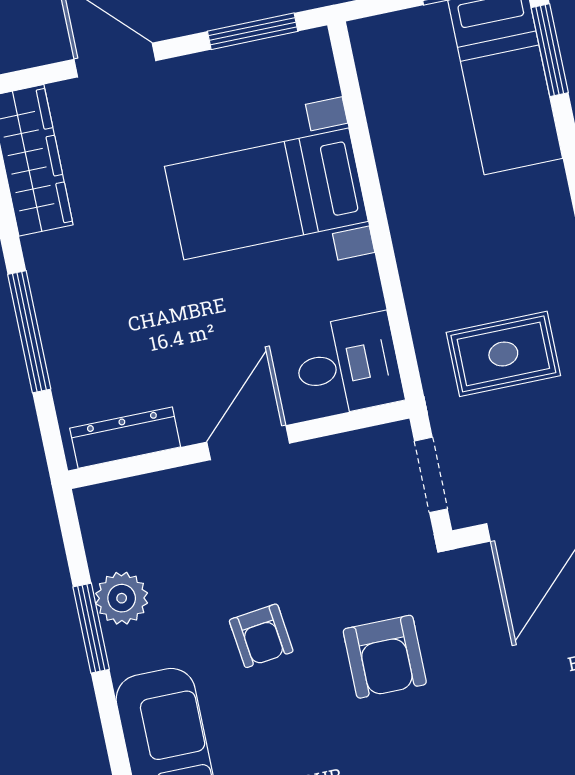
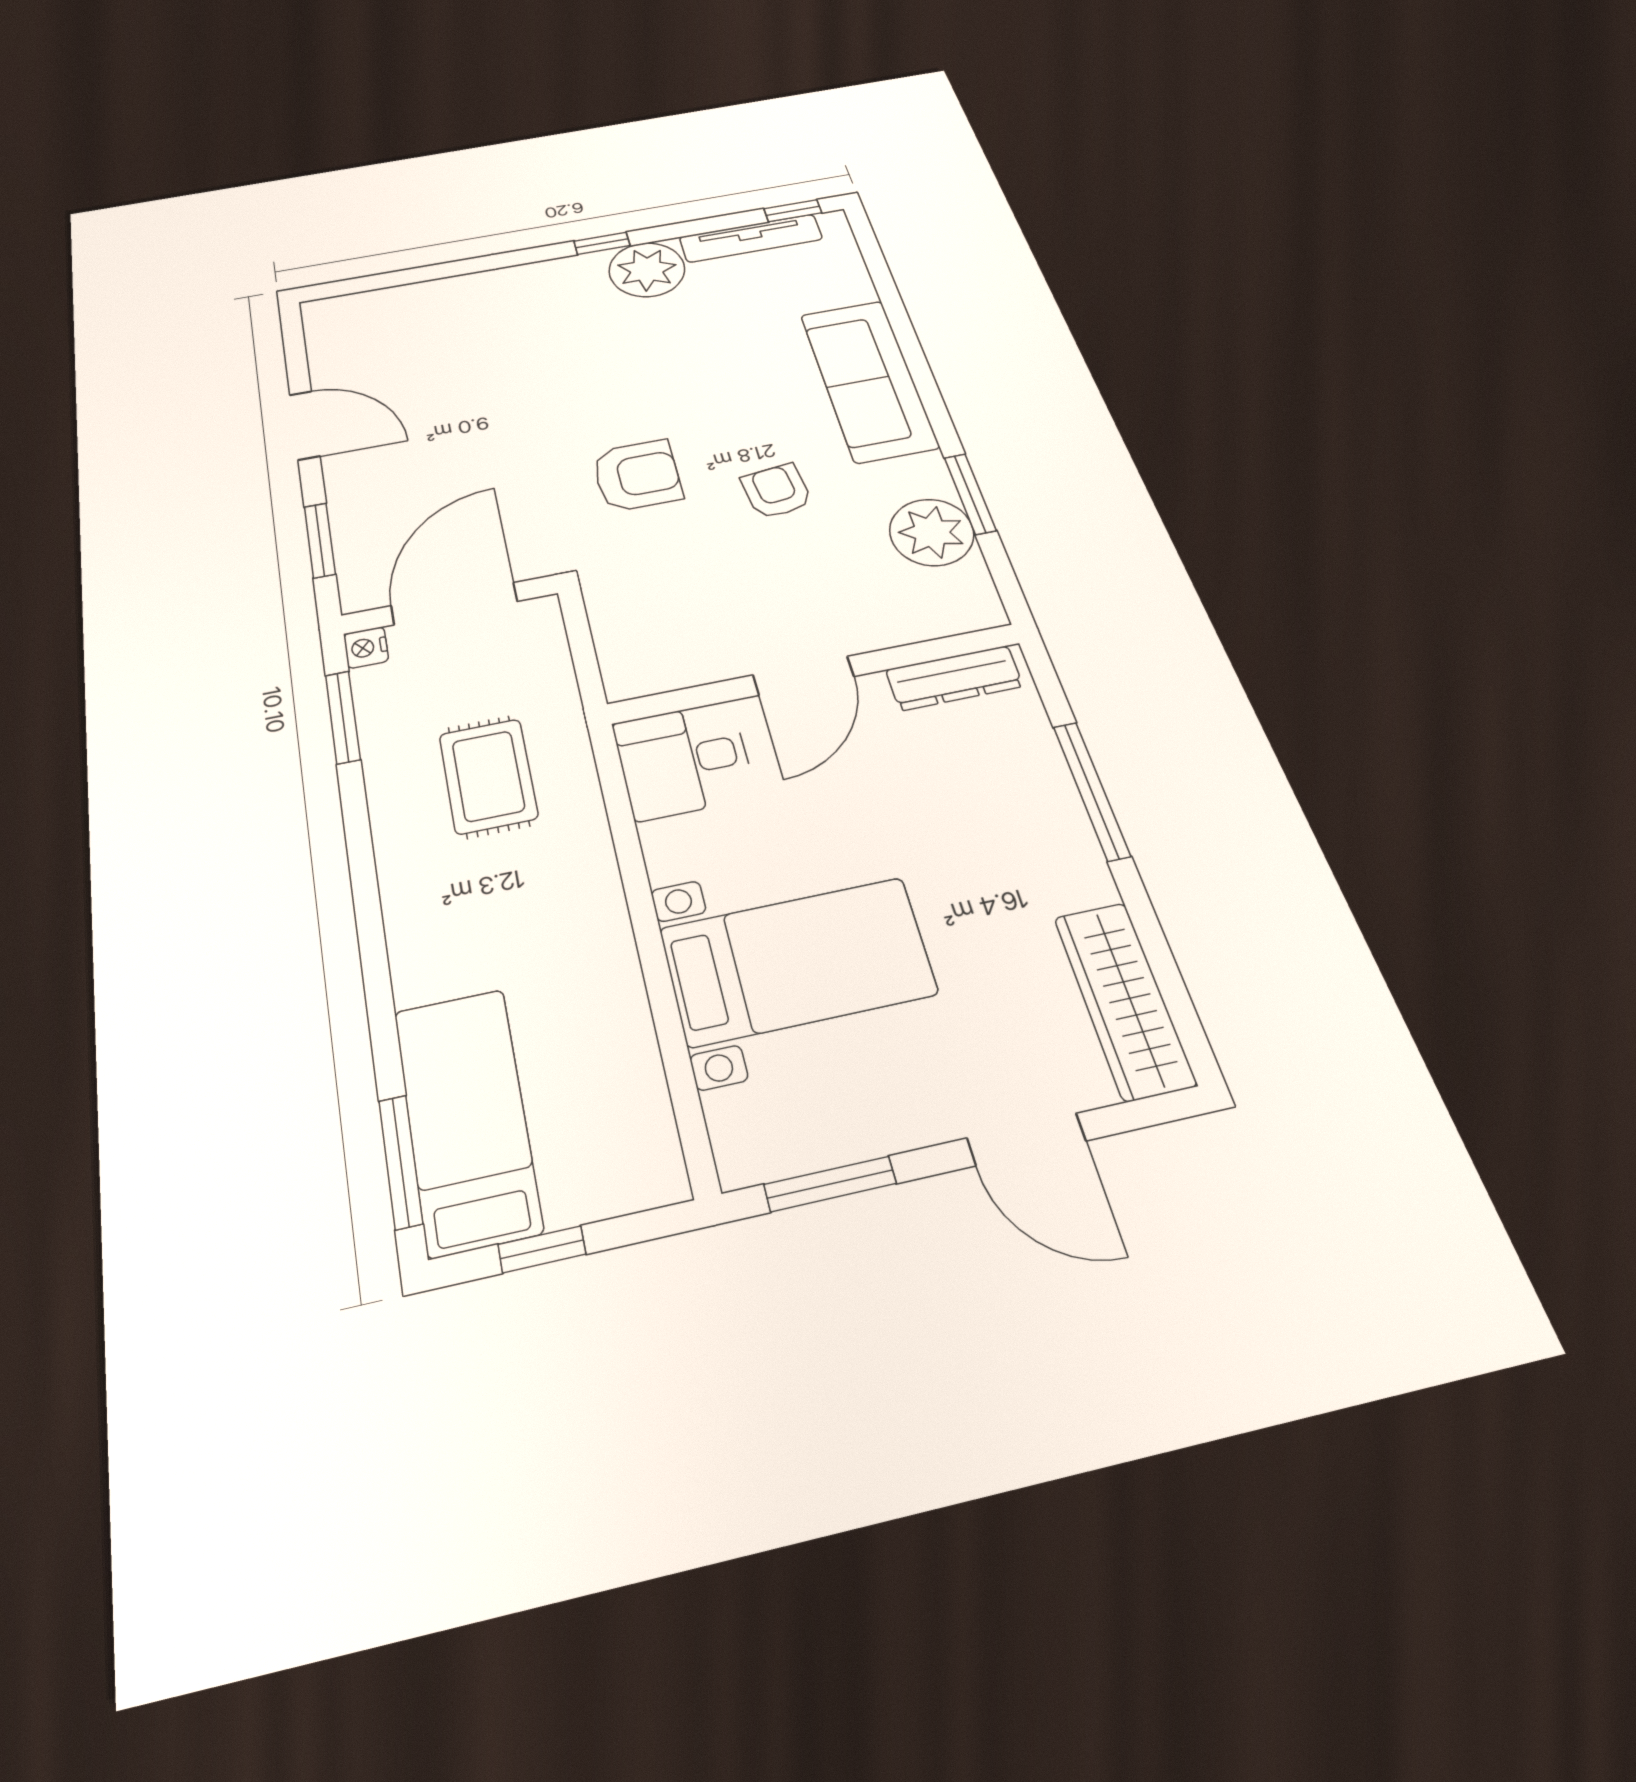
rug: (503, 354) -> (488, 776), turned 90
doorway: (431, 475) -> (582, 647), removed
plant: (122, 598) -> (932, 532), width x1.36, depth x1.36
armchair: (385, 657) -> (637, 476), turned 90

